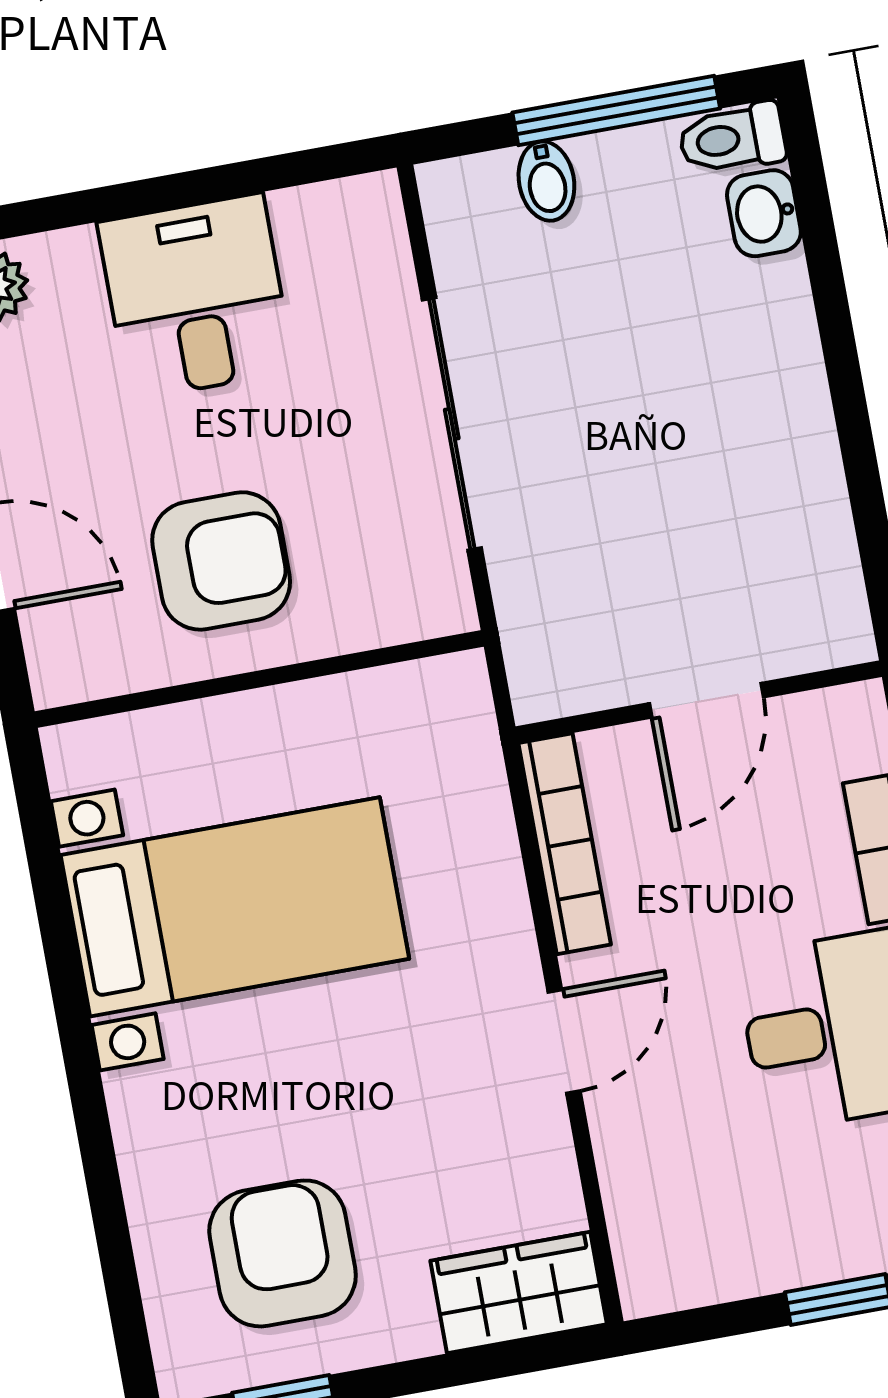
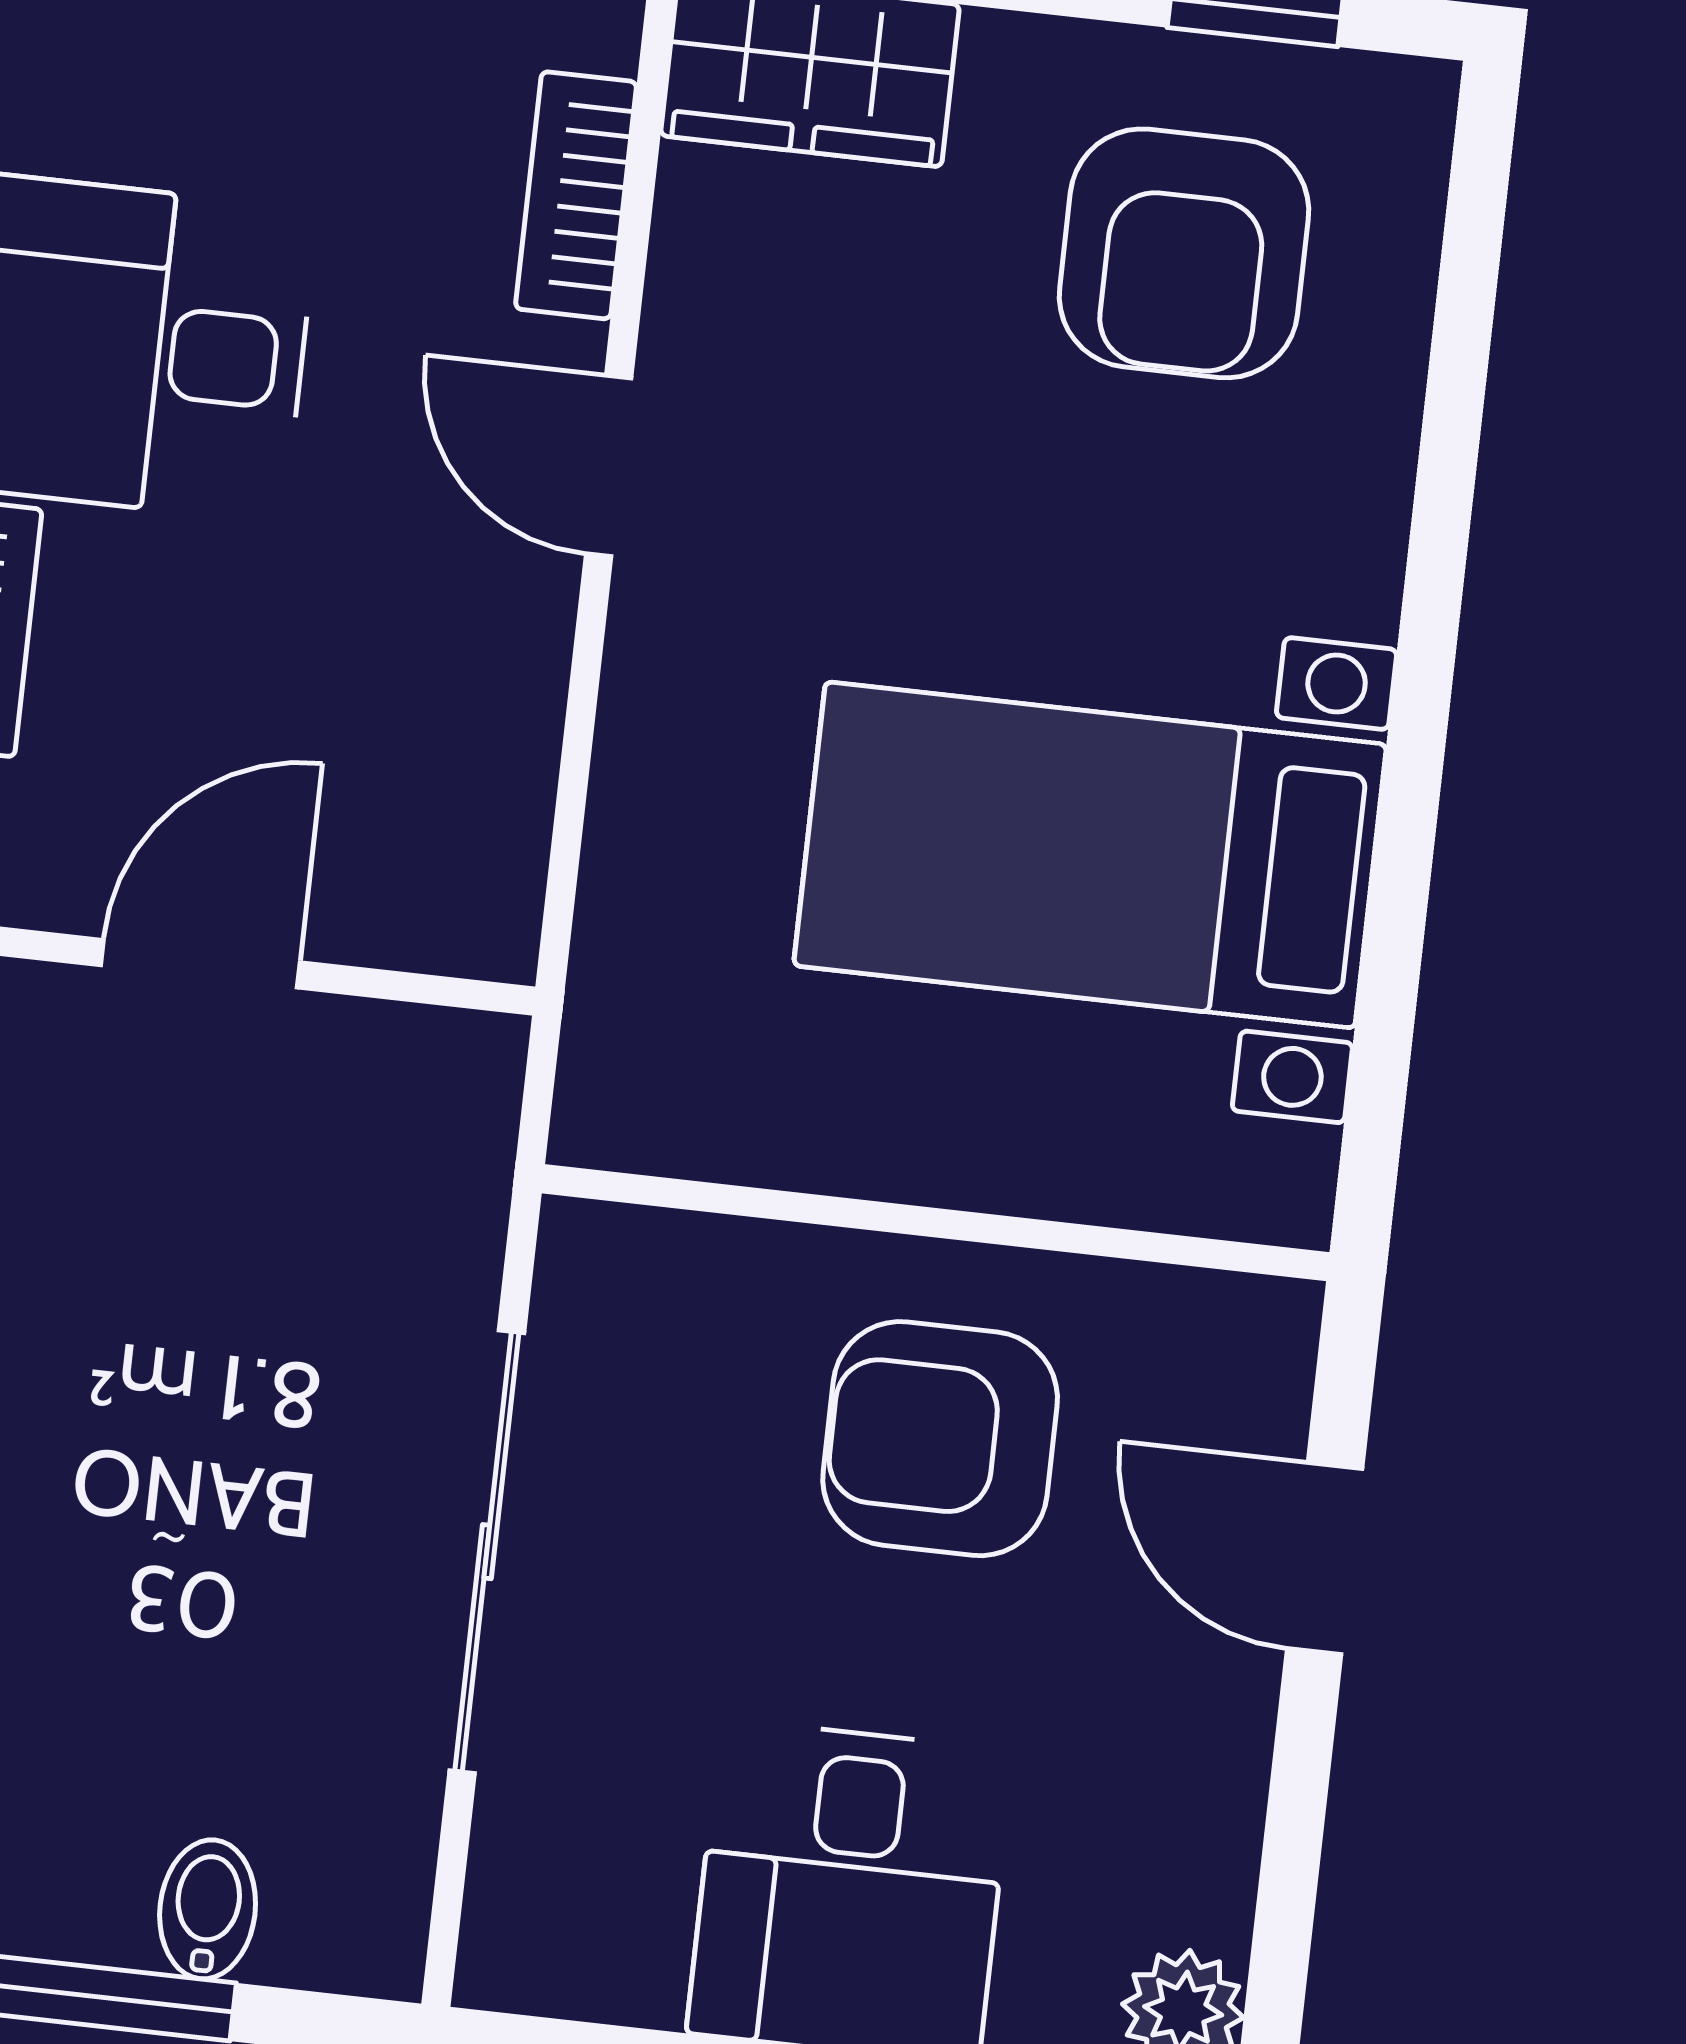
bookcase: (565, 844) -> (576, 195), moved, width x0.64
door: (564, 1041) -> (609, 466), hinge flipped

